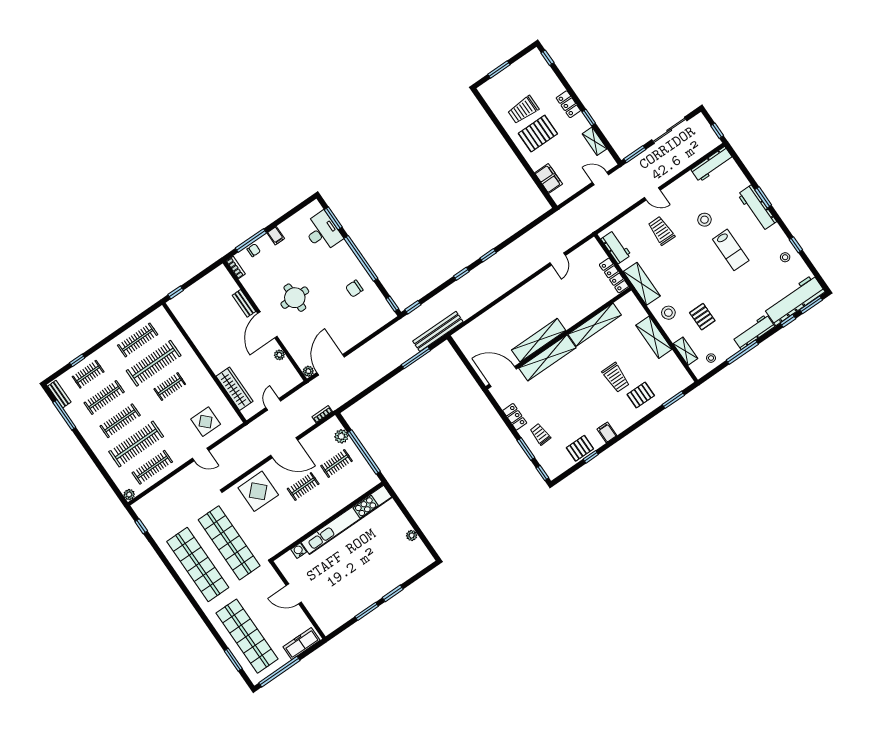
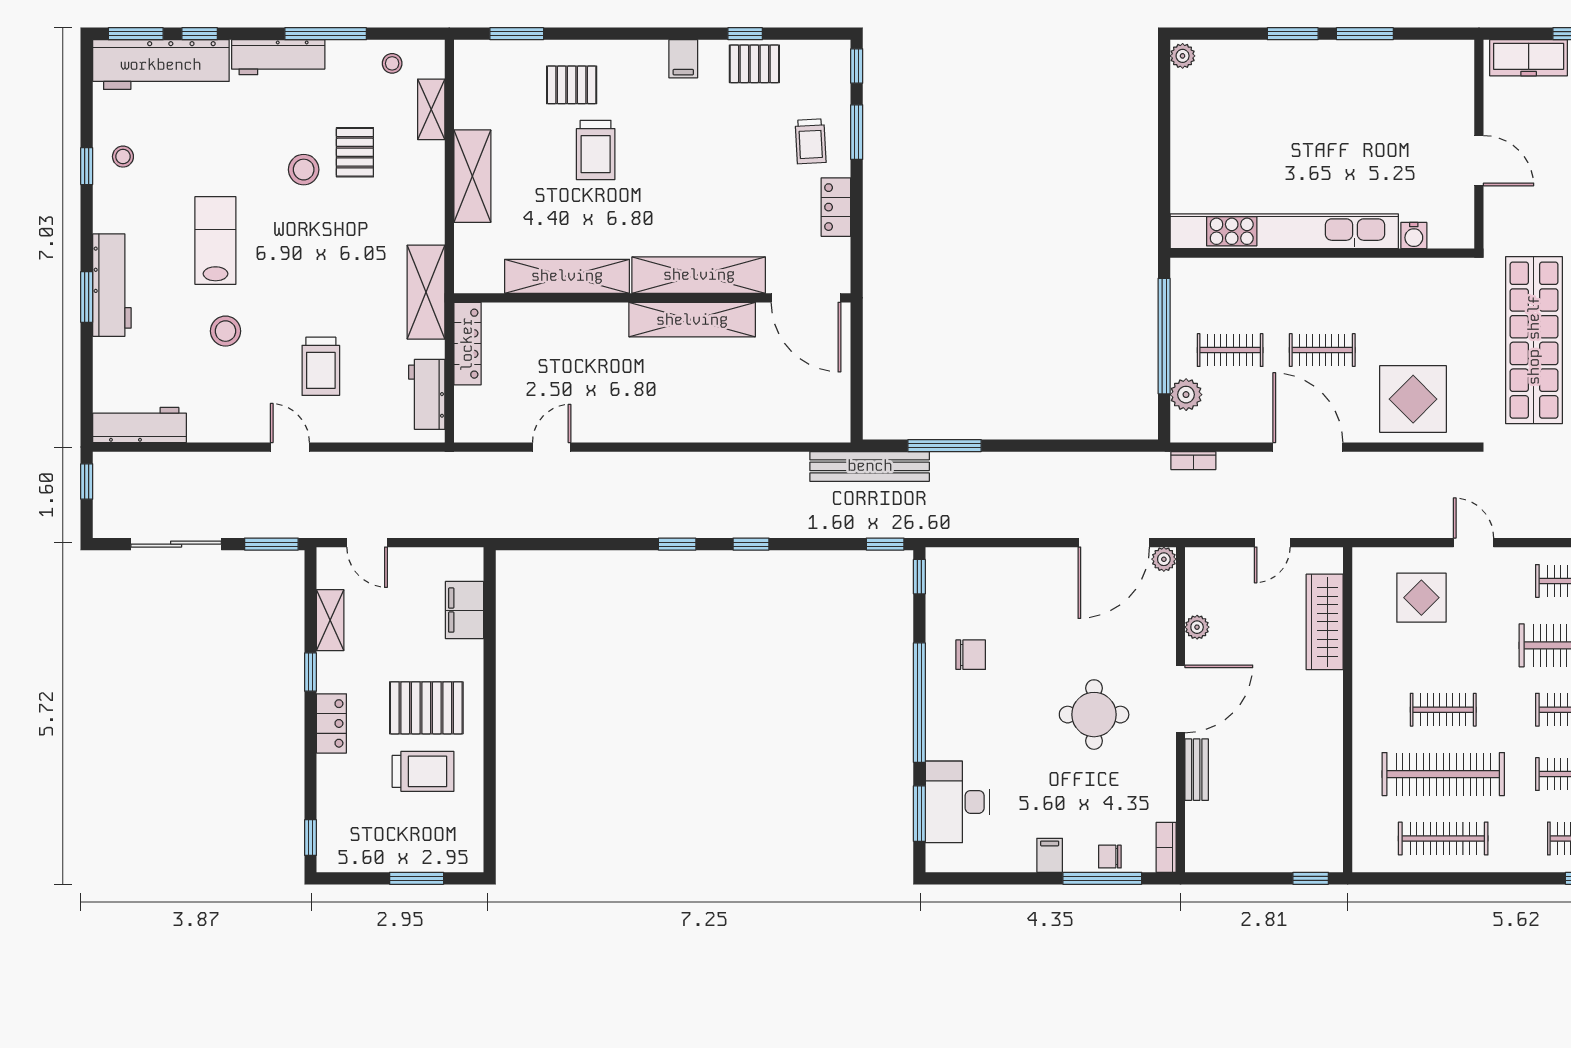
stool: (668, 313) -> (304, 170), moved
trolley: (616, 377) -> (596, 150), turned 180
plant: (412, 535) -> (1183, 56), moved

